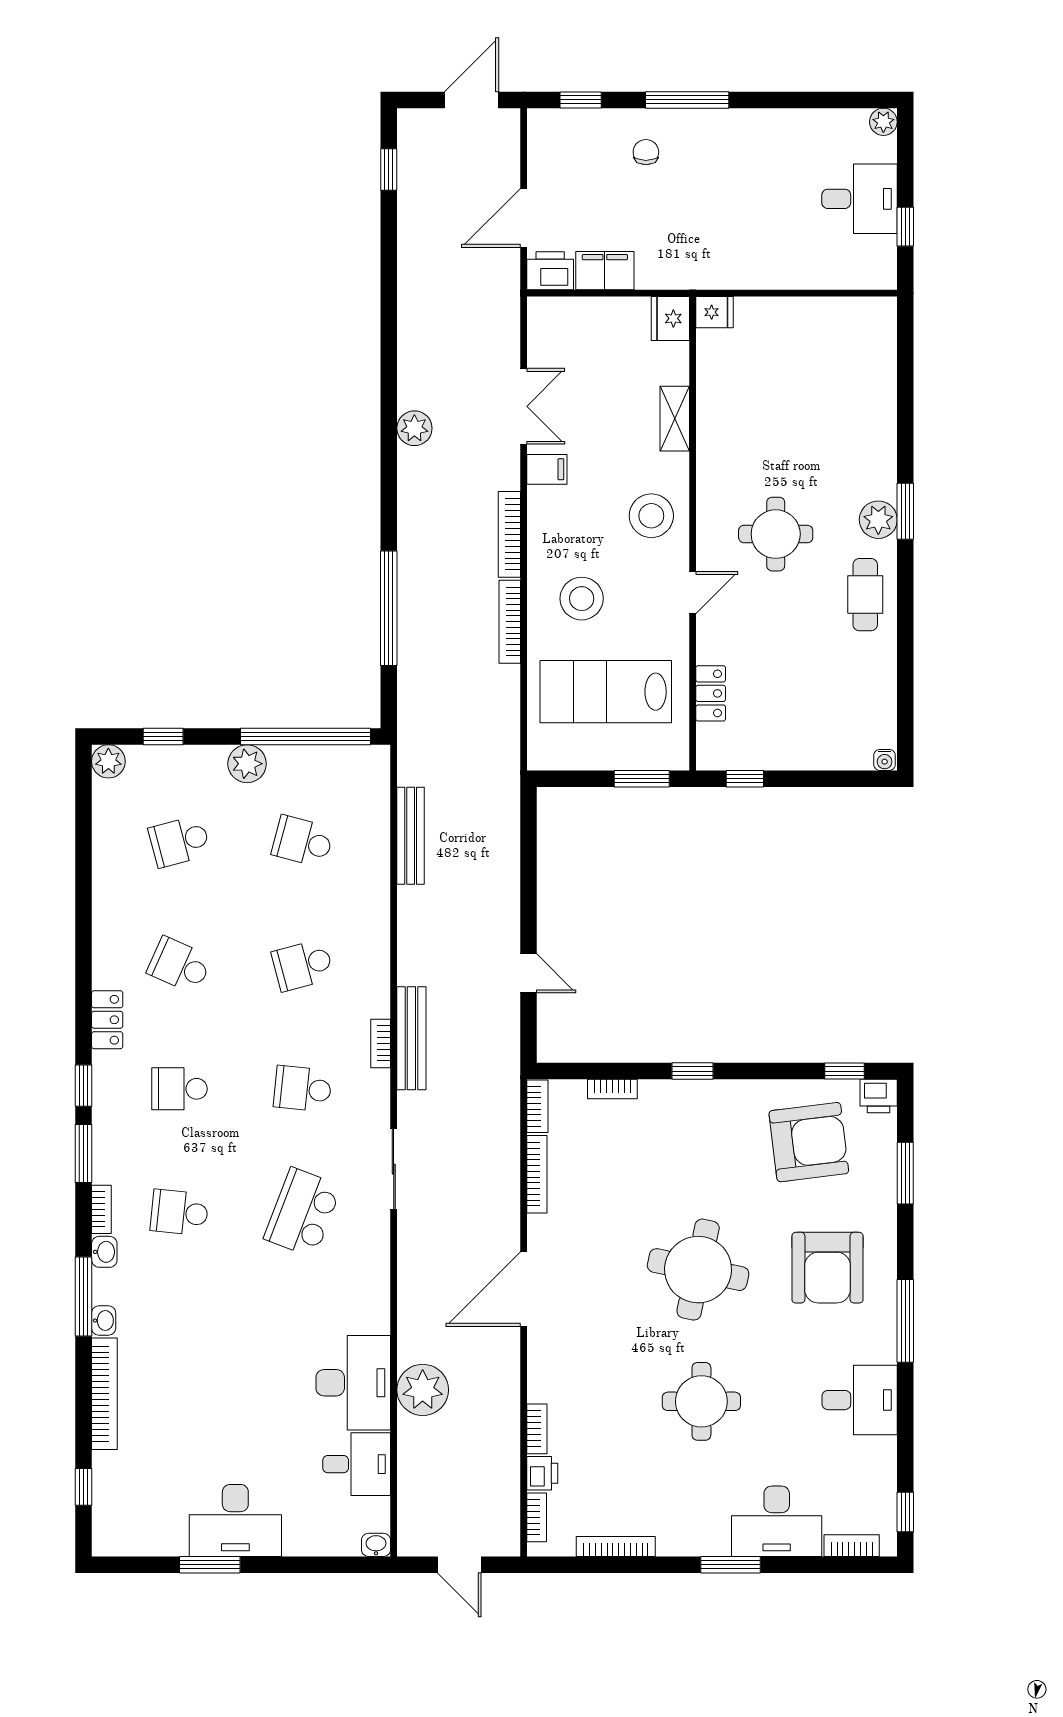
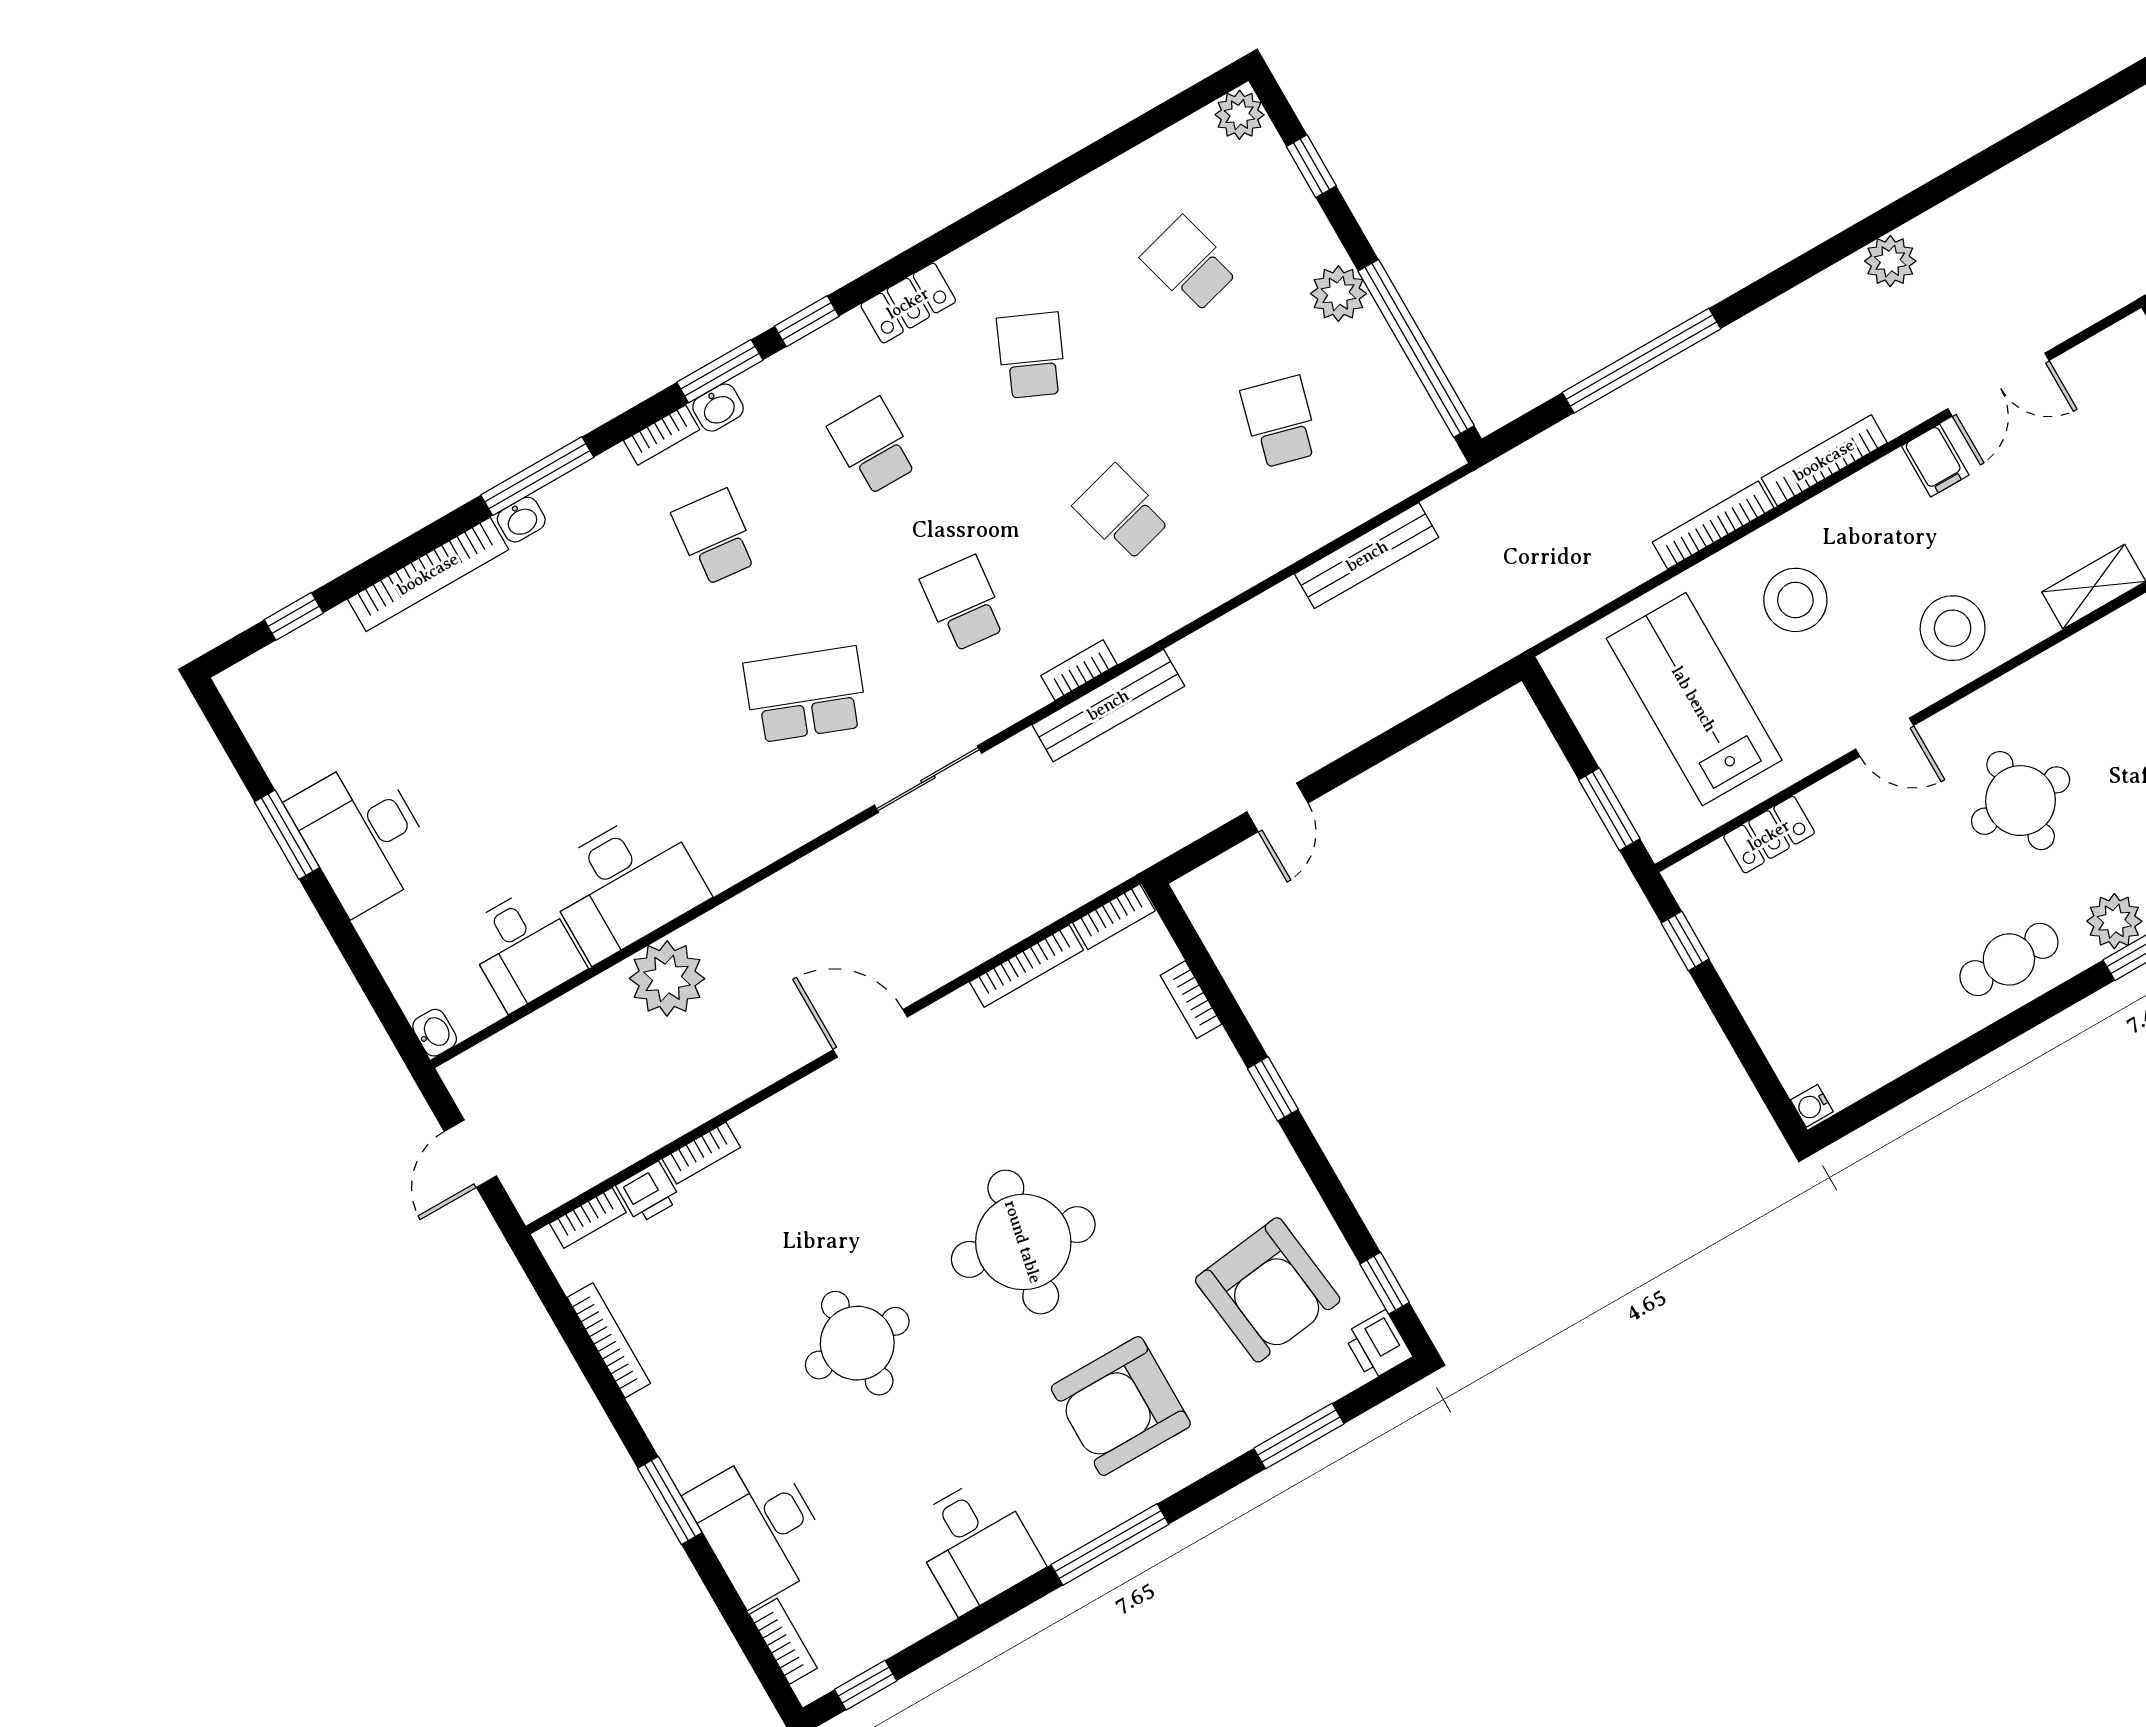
washbasin: (104, 1252) -> (718, 408), moved
door: (524, 1289) -> (870, 1033), width x0.73

